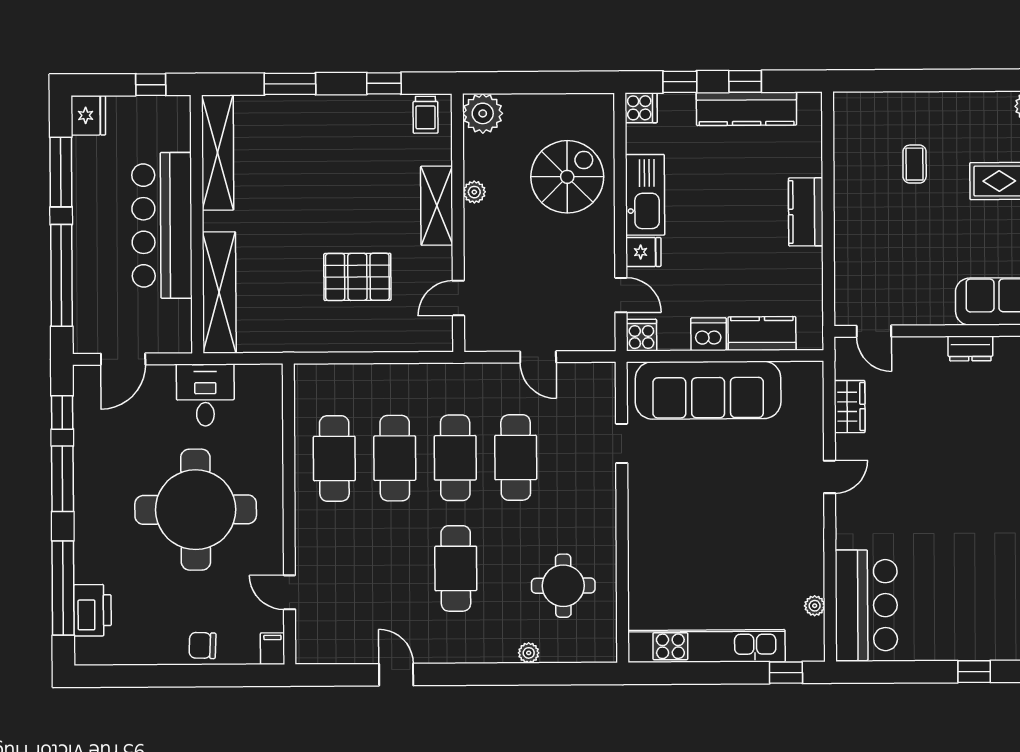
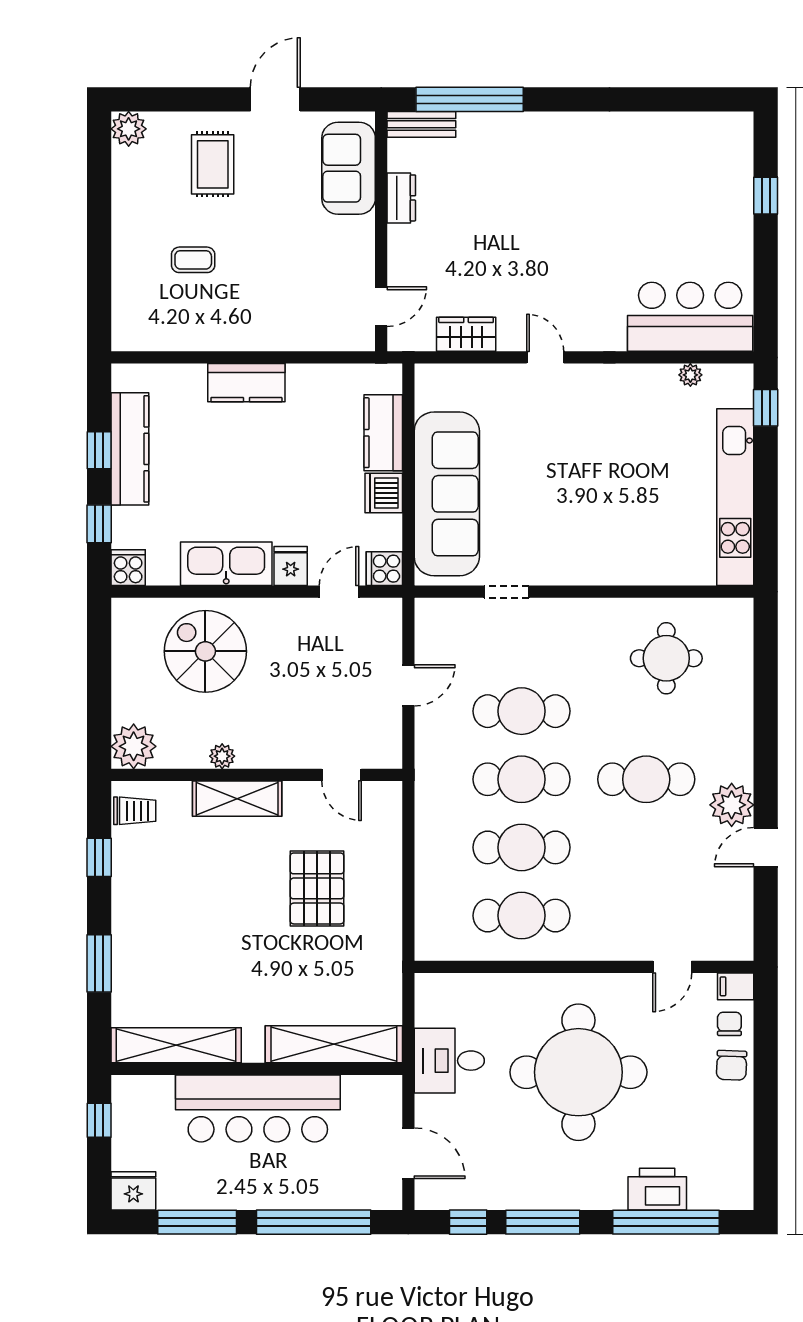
printer: (92, 610) -> (657, 1189), moved
chair: (239, 643) -> (729, 1024), added
plant: (529, 653) -> (732, 805), moved, width x1.88, depth x1.88

